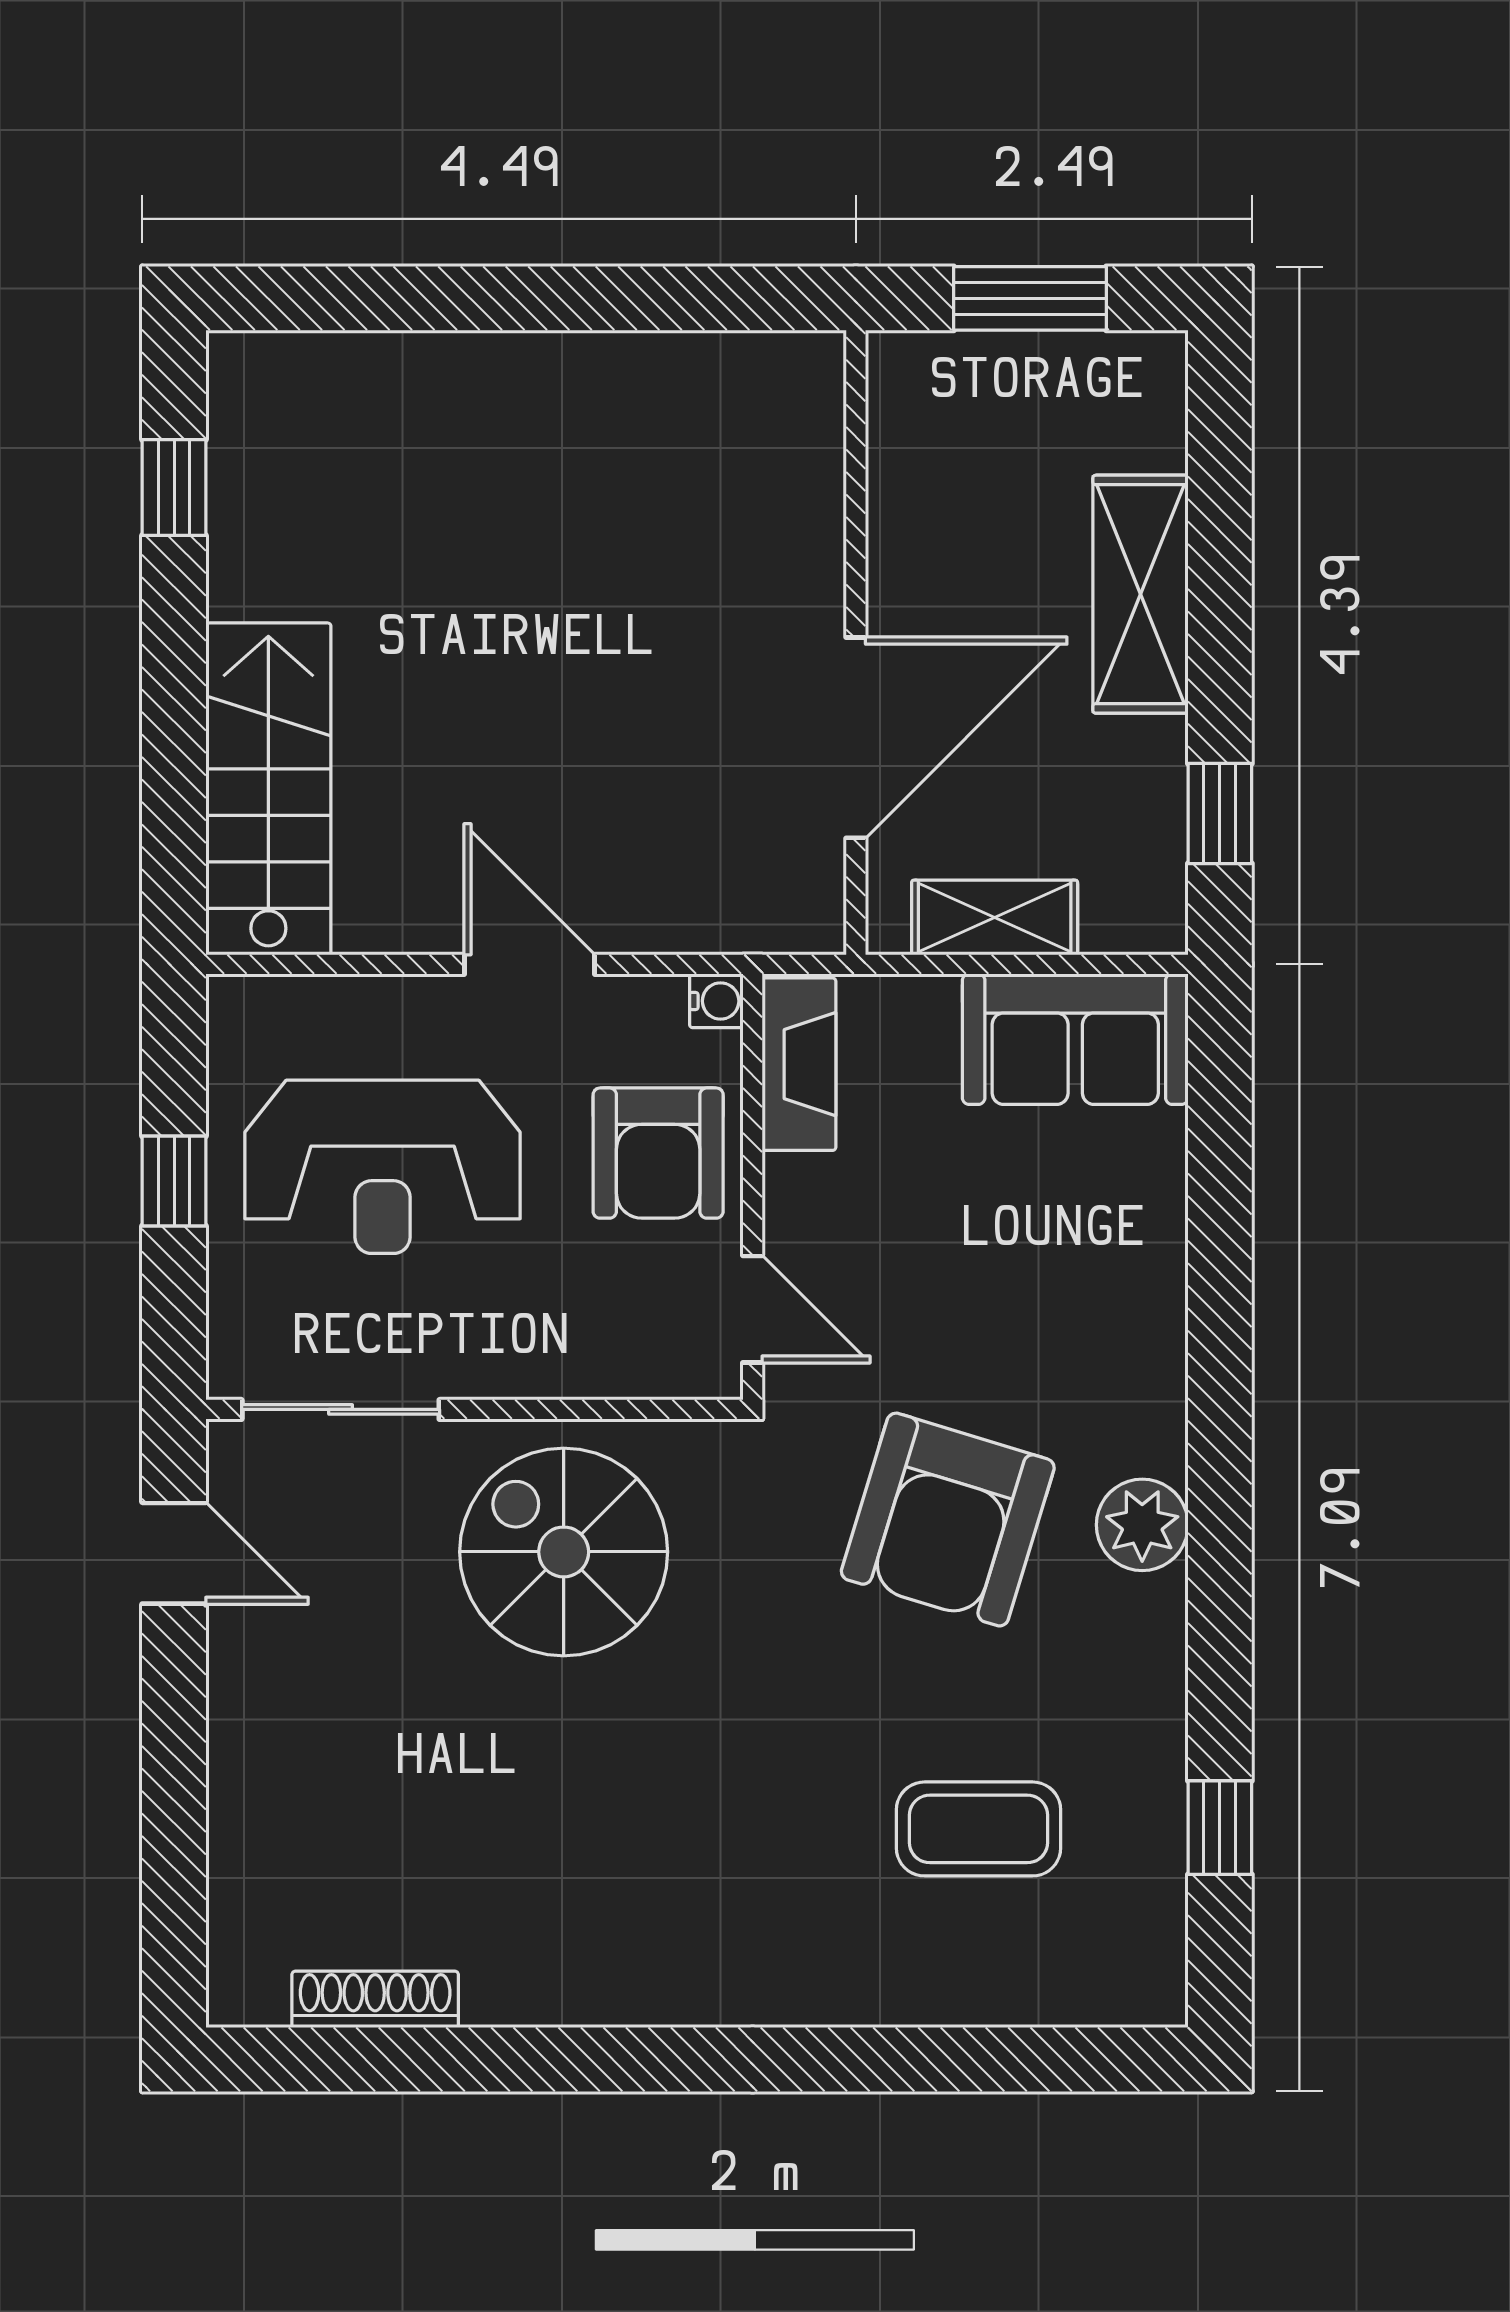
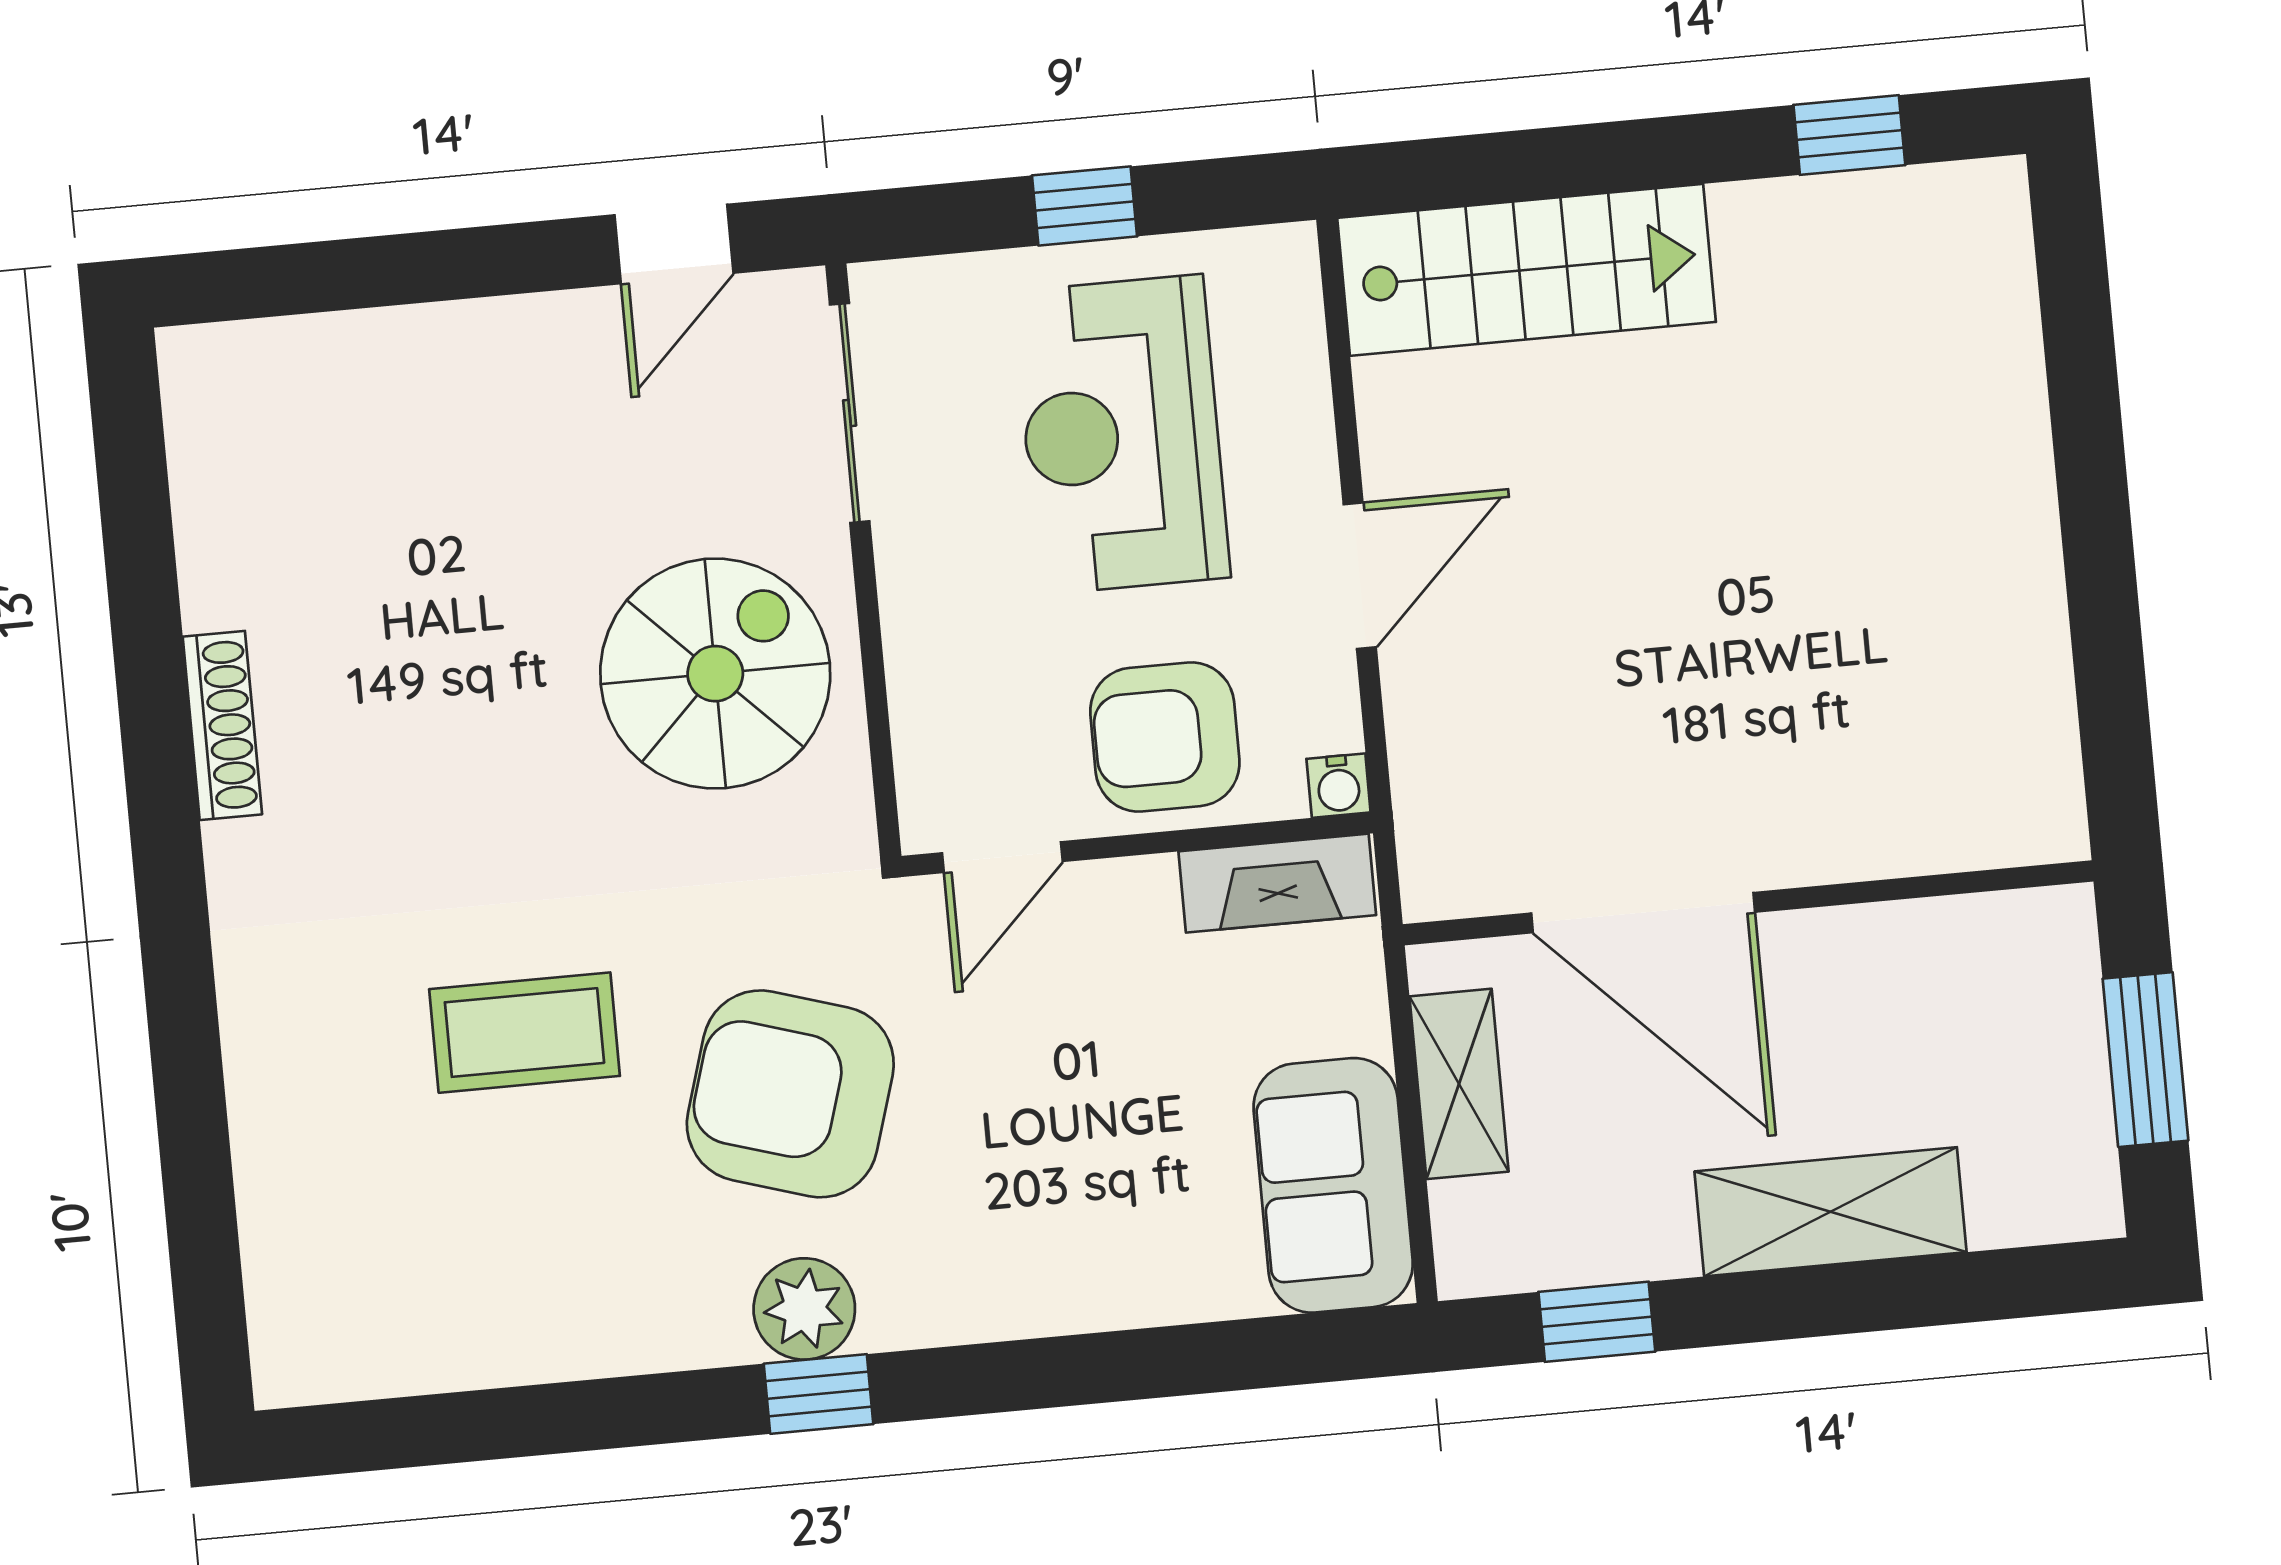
window: (1220, 1828) -> (818, 1394), moved
coffee table: (979, 1829) -> (524, 1033), moved, turned 90
shoe rack: (375, 1999) -> (222, 725), moved

